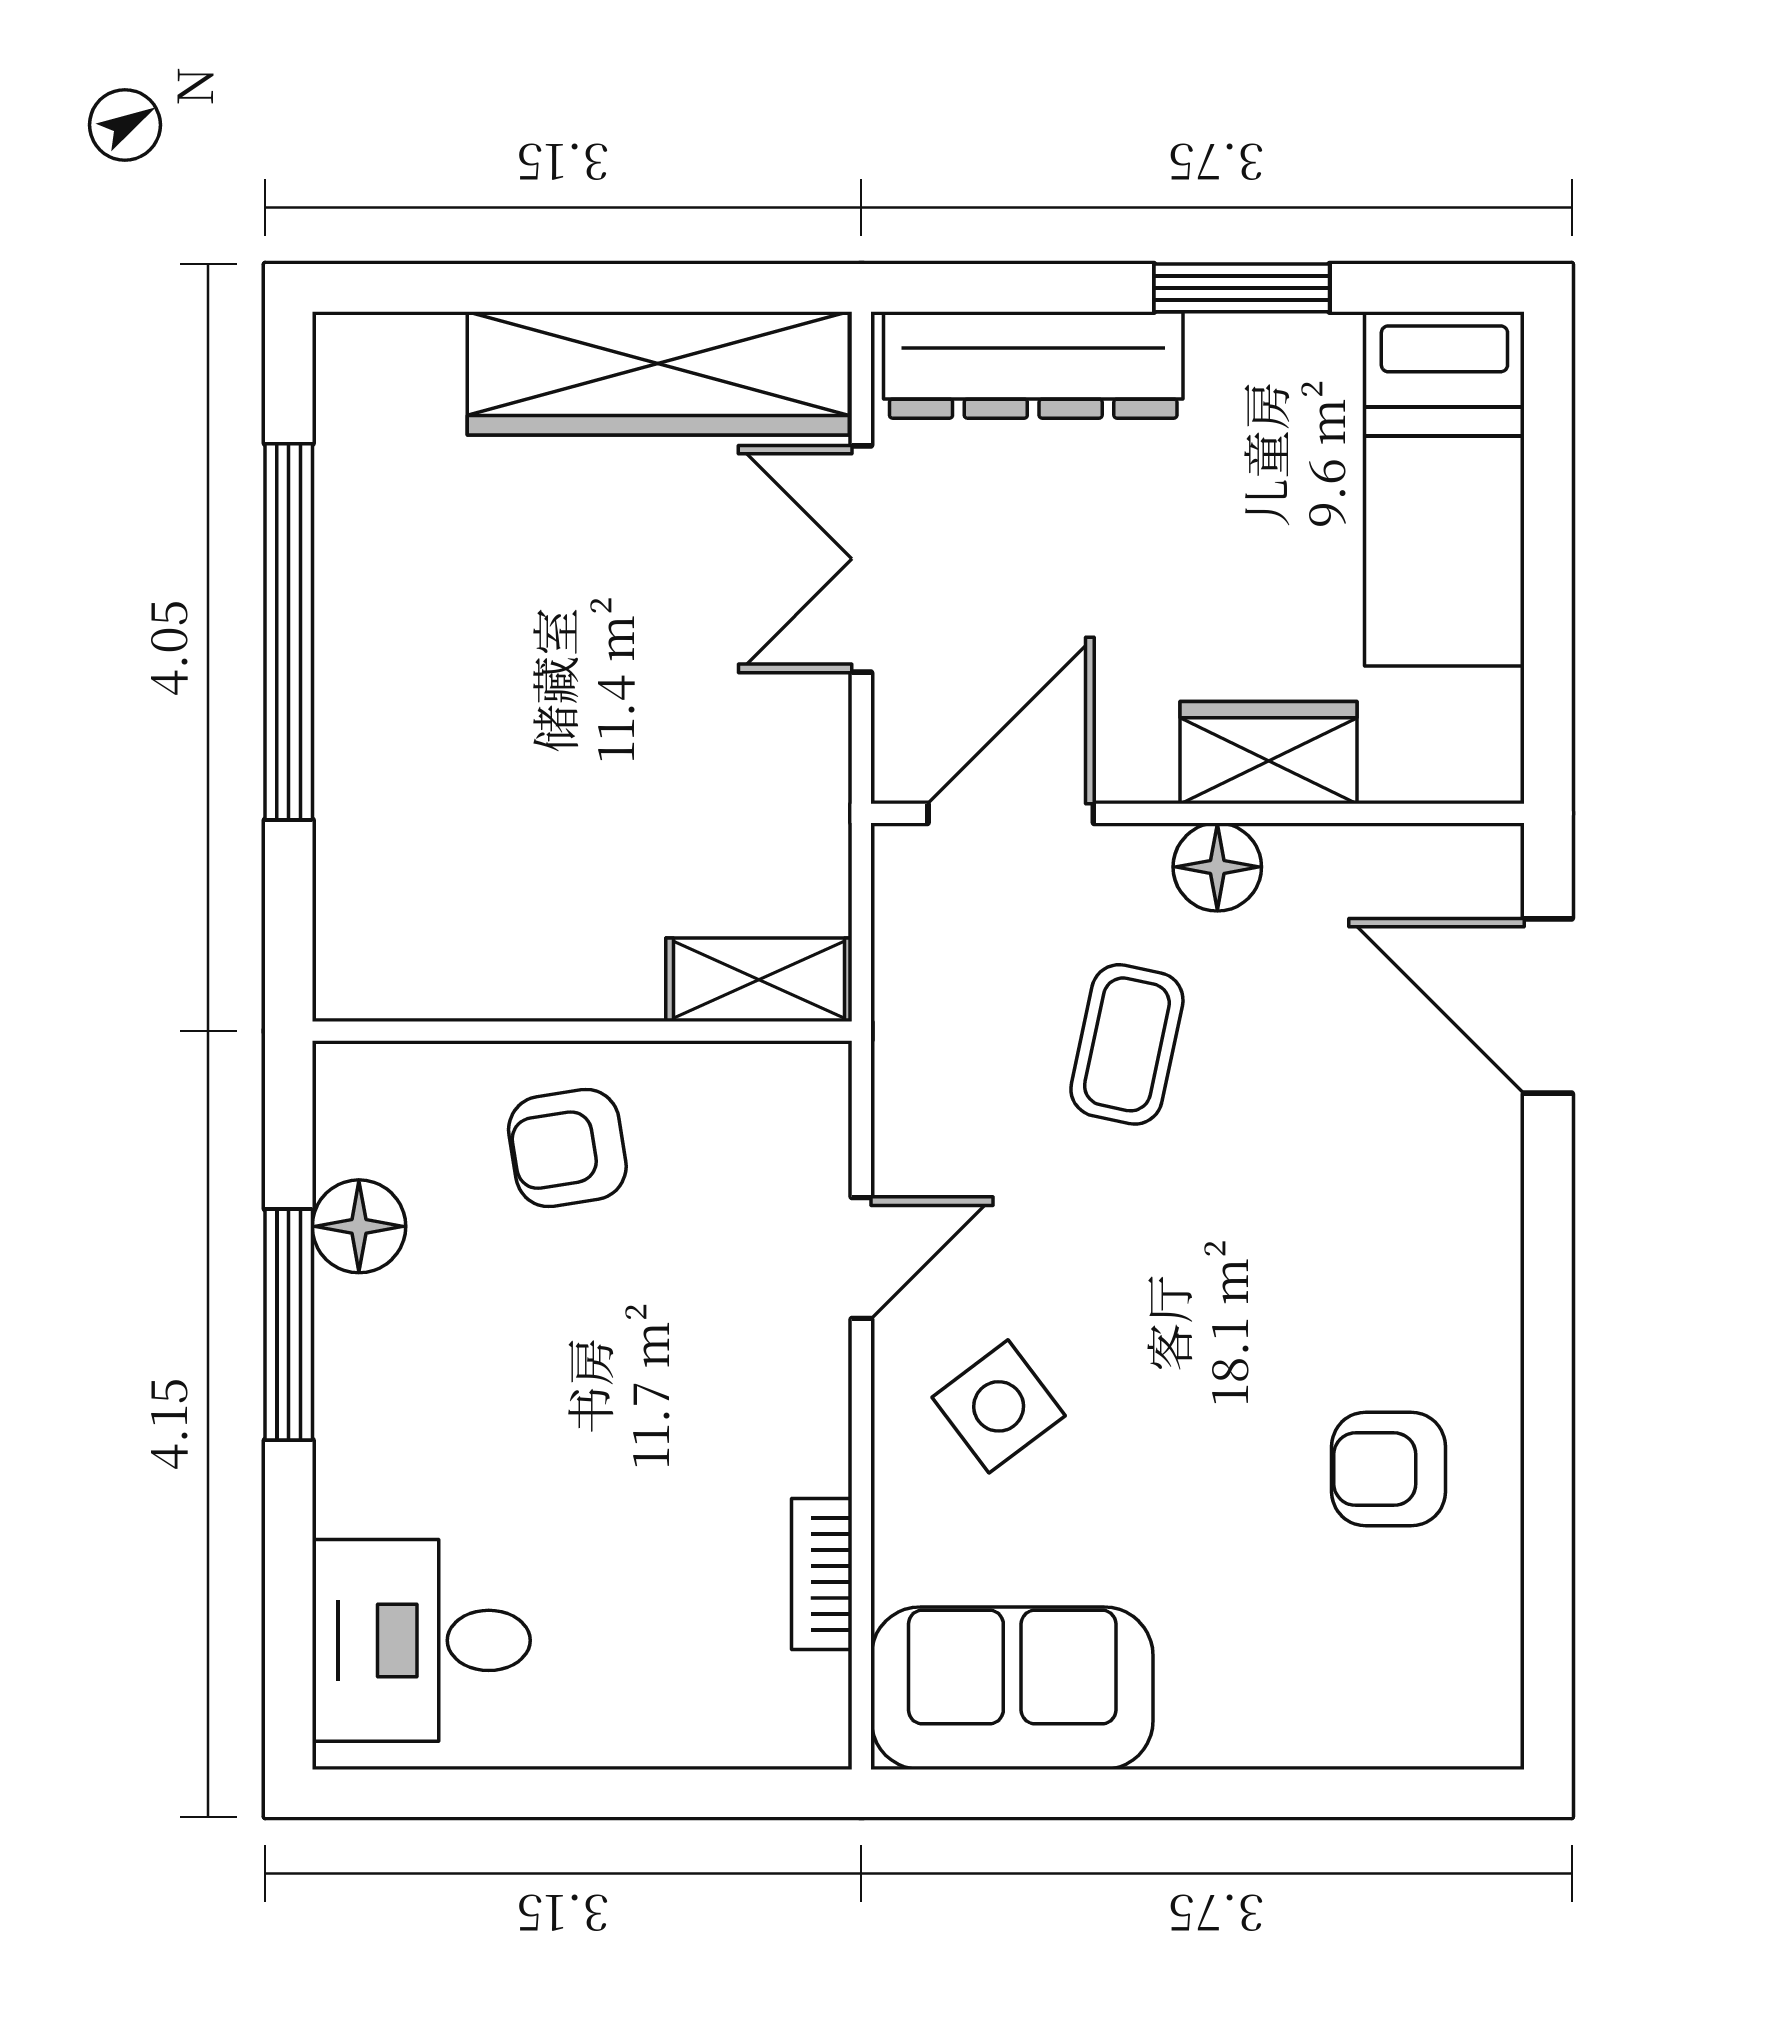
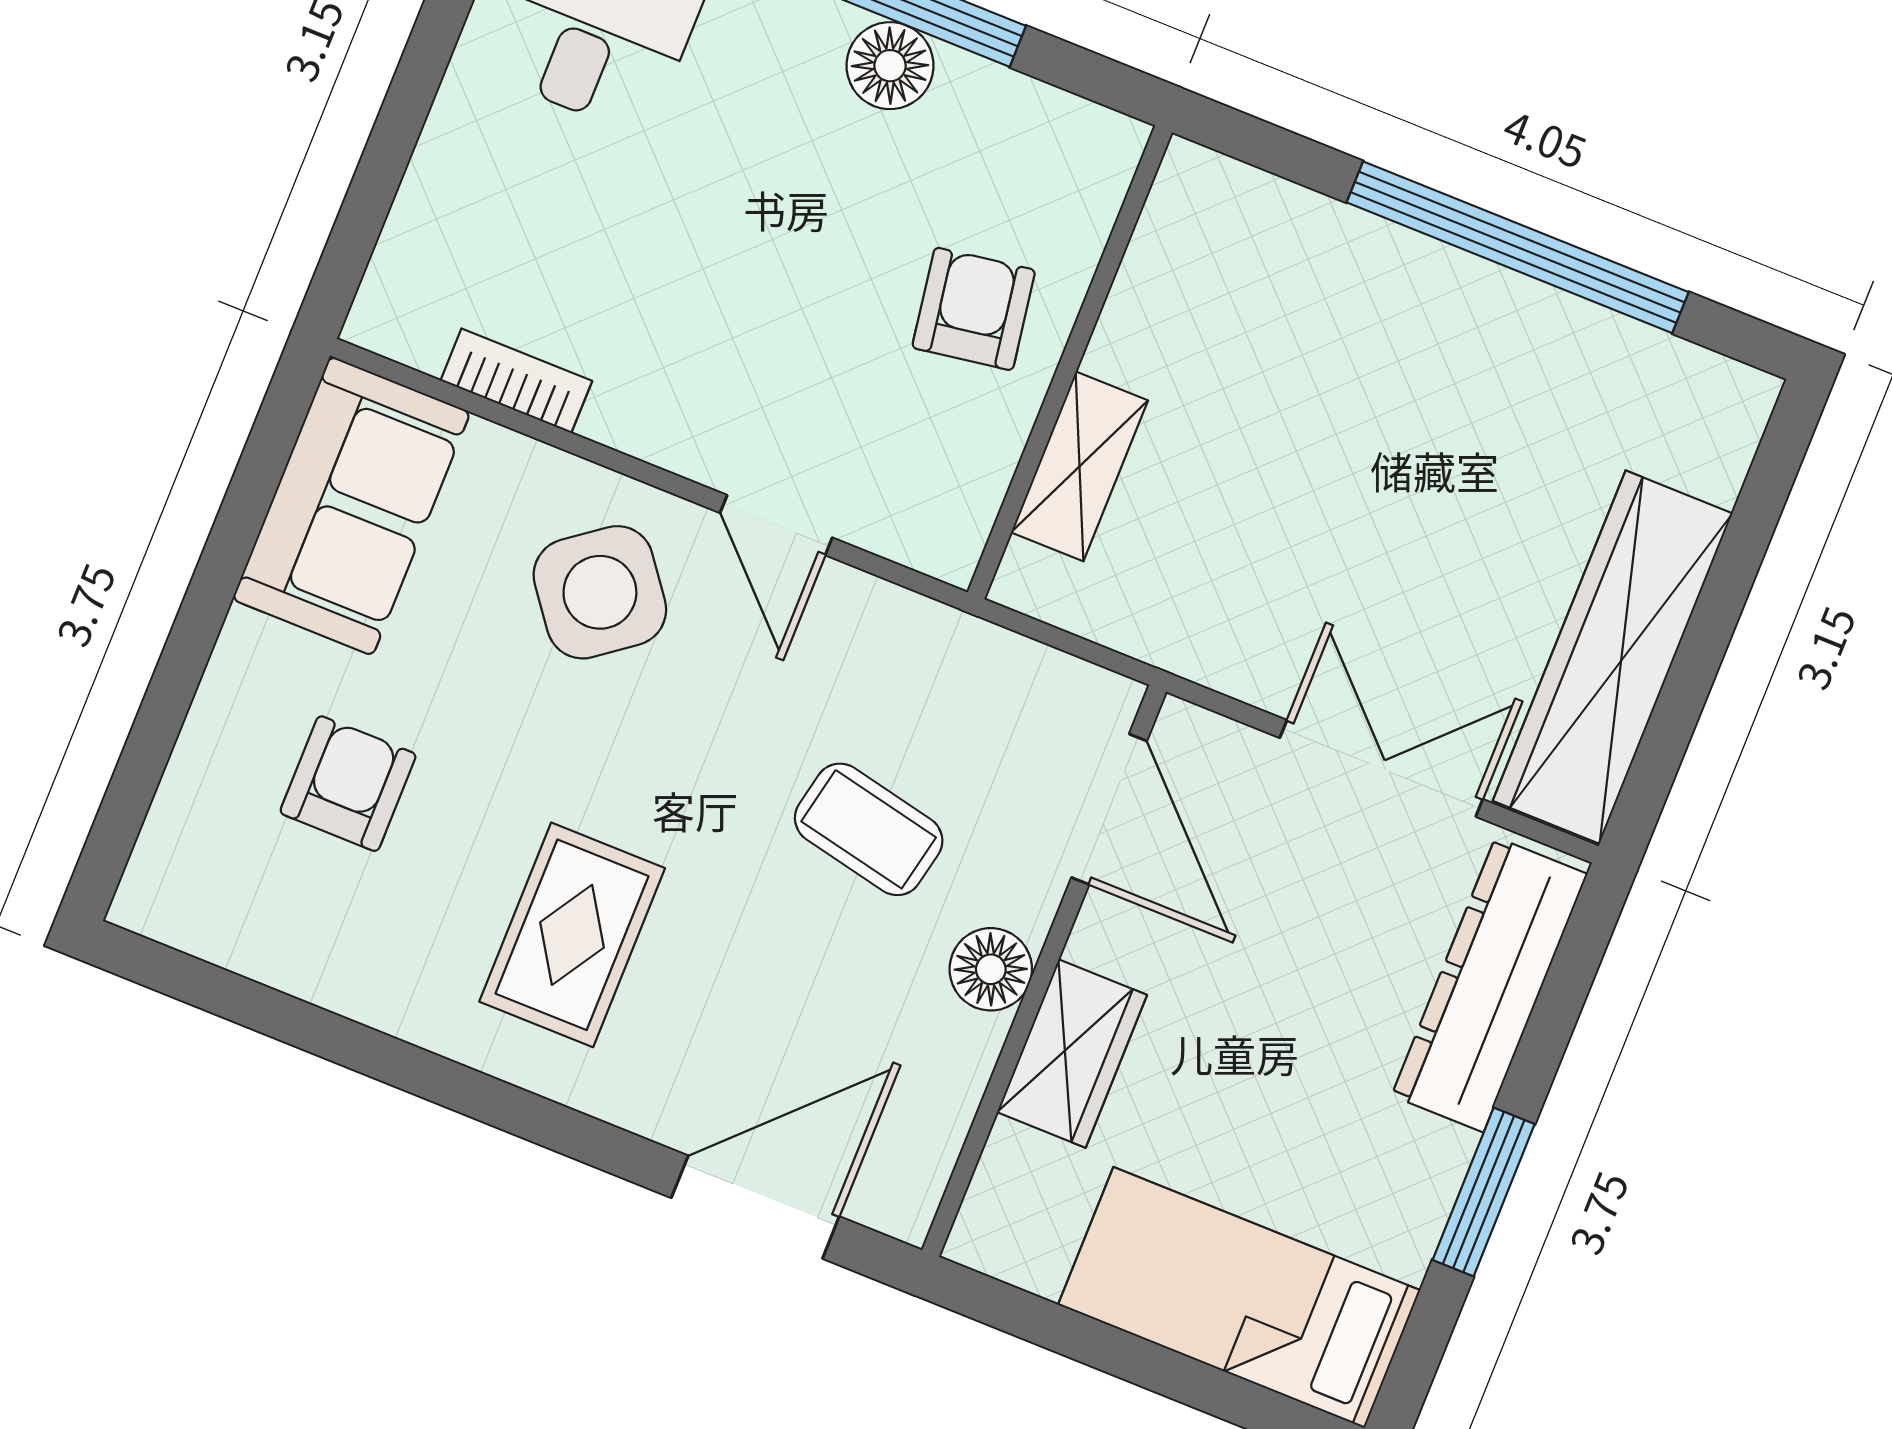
shelving: (759, 980) -> (1080, 466), moved
floor lamp: (359, 1226) -> (890, 66), moved
rug: (1350, 1297) -> (572, 935), added
side table: (999, 1406) -> (600, 592), width x1.37, depth x1.37
armchair: (1388, 1469) -> (348, 784), moved

